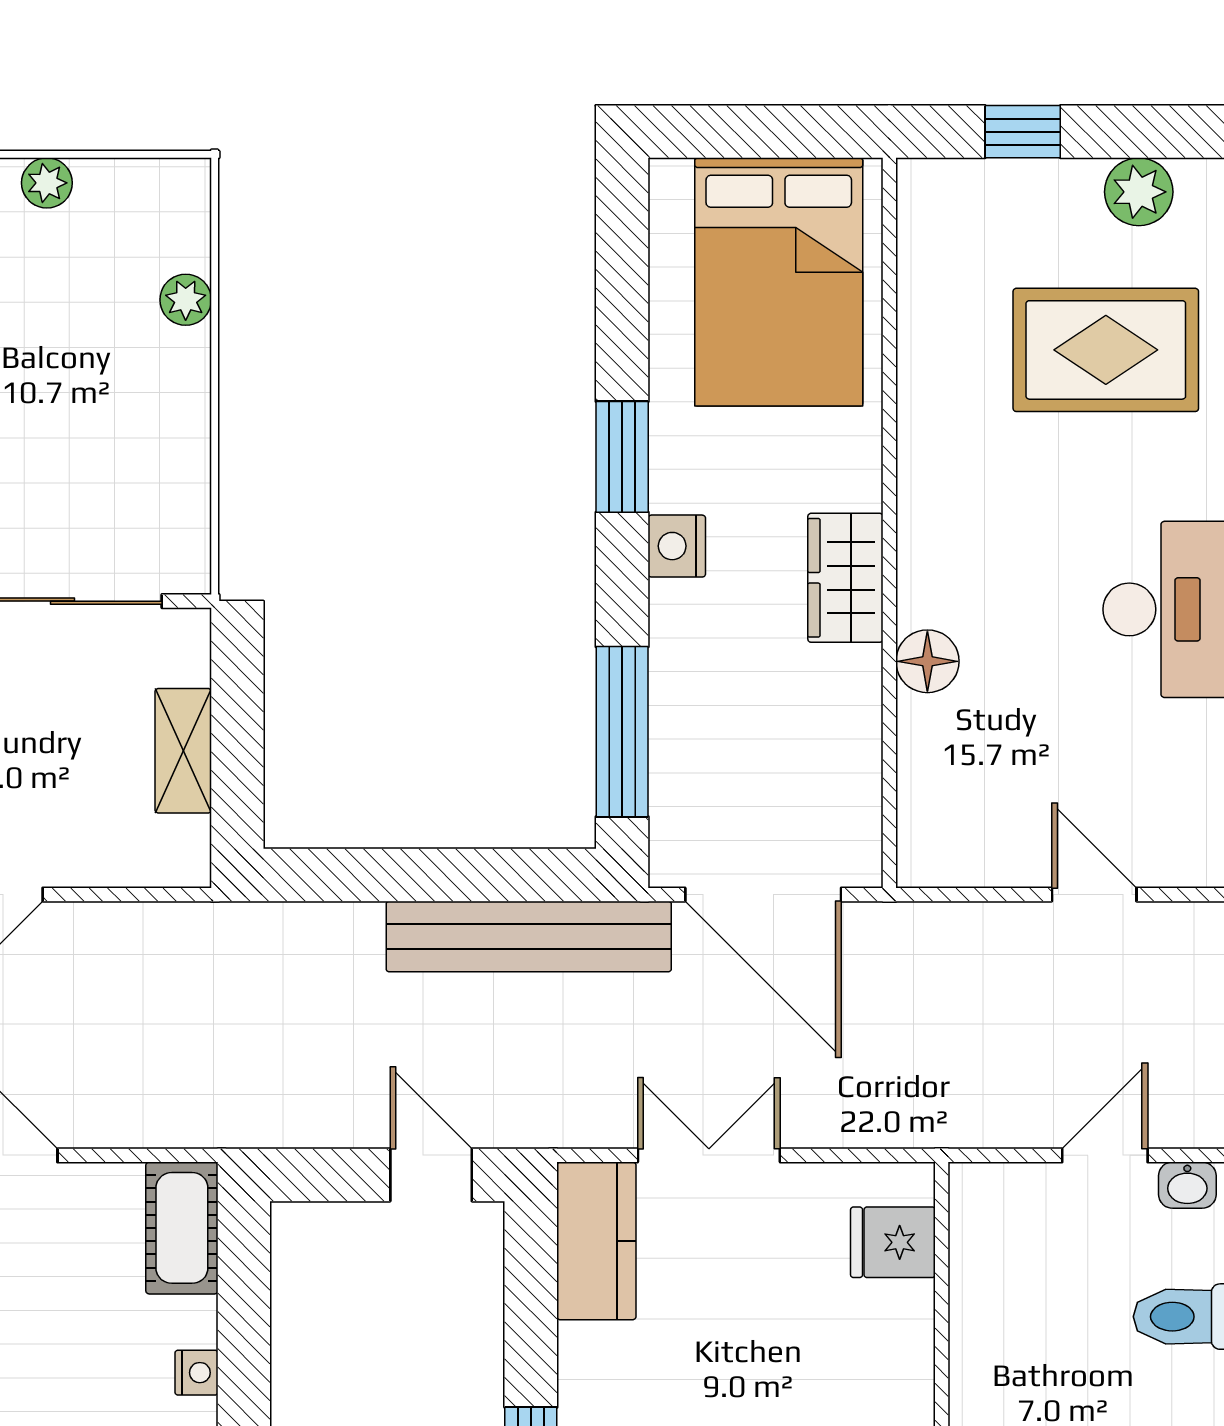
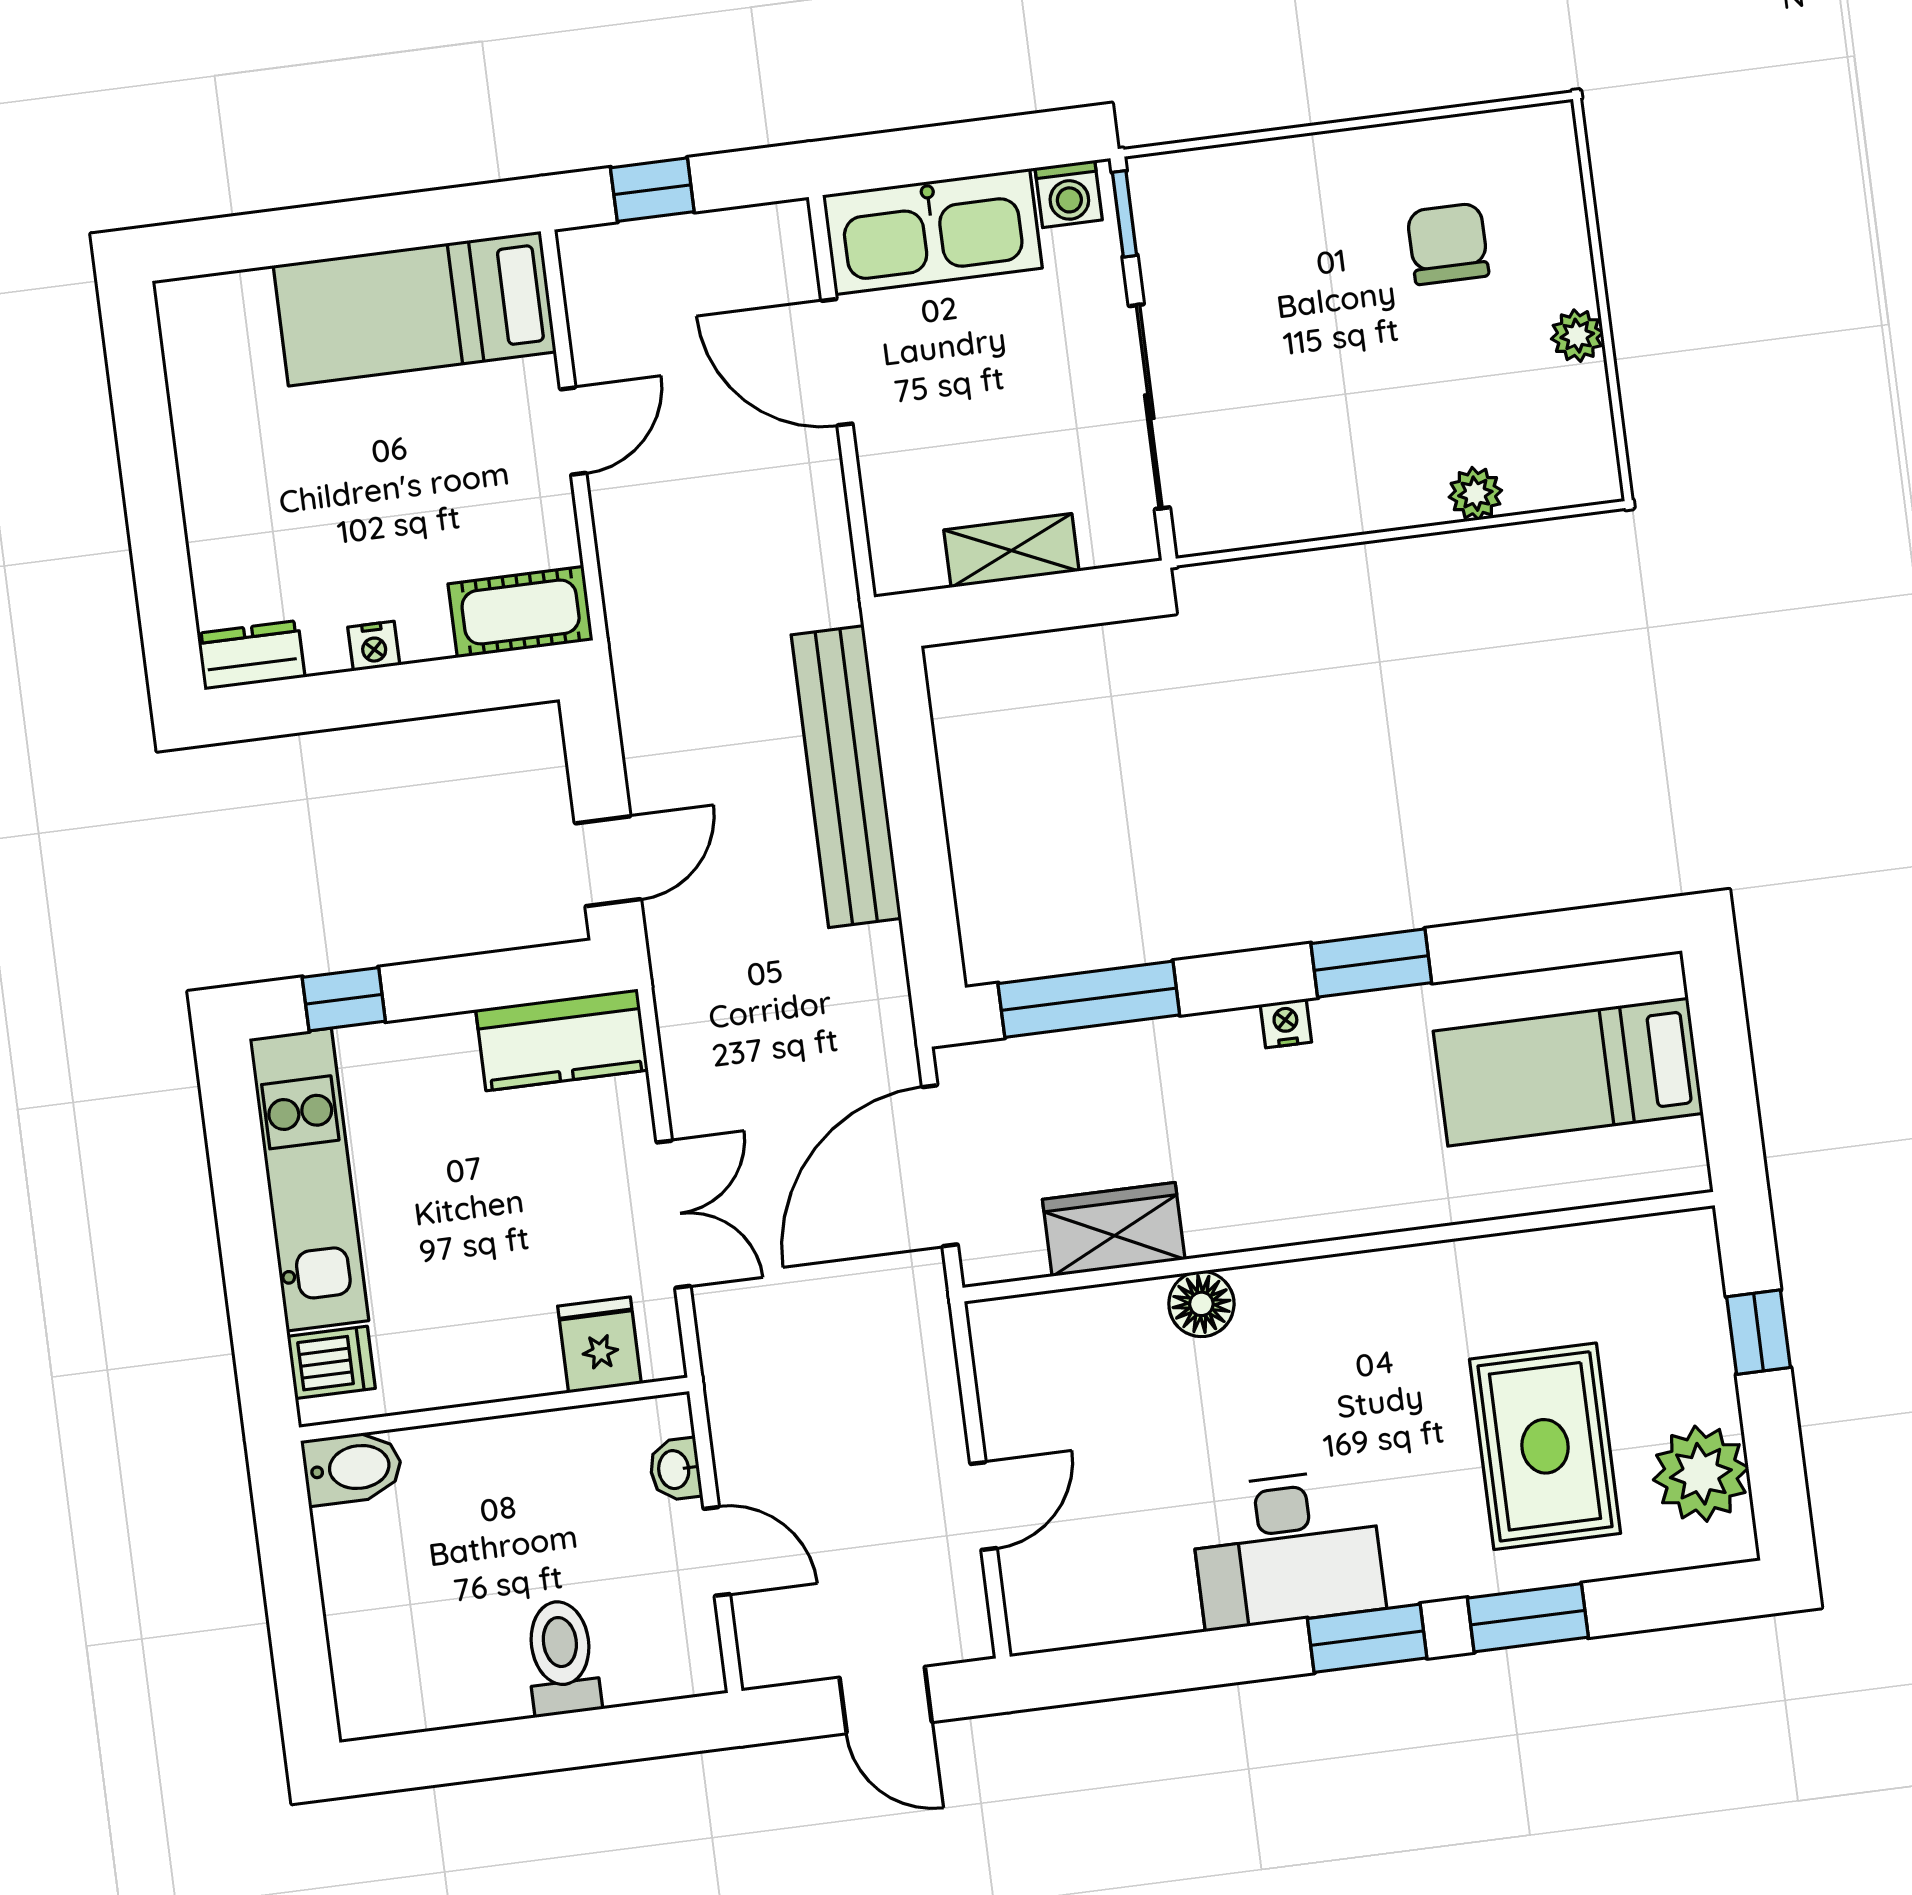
plant: (1139, 192) -> (1701, 1474), width x1.36, depth x1.36
bed: (779, 282) -> (1568, 1072), width x0.67
nightstand: (677, 546) -> (1286, 1023), width x0.72, depth x0.74
wardrobe: (845, 578) -> (1114, 1229), moved
bench: (529, 937) -> (846, 777), moved
double door: (709, 1155) -> (674, 1214), moved
washbasin: (1187, 1185) -> (675, 1469), moved

